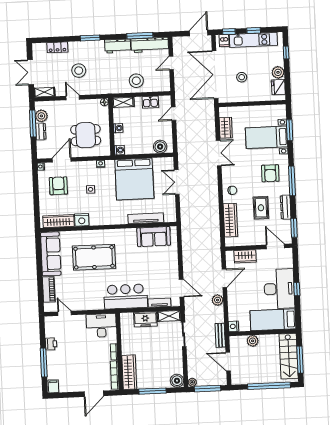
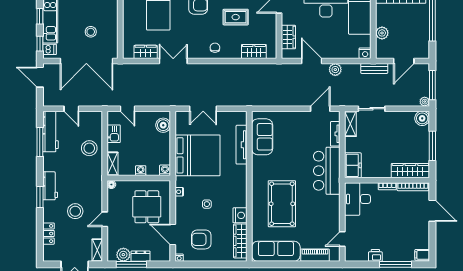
workbench: (118, 46) -> (50, 186), moved
wardrobe: (230, 220) -> (254, 51), width x0.67
freezer: (145, 319) -> (353, 165), moved

